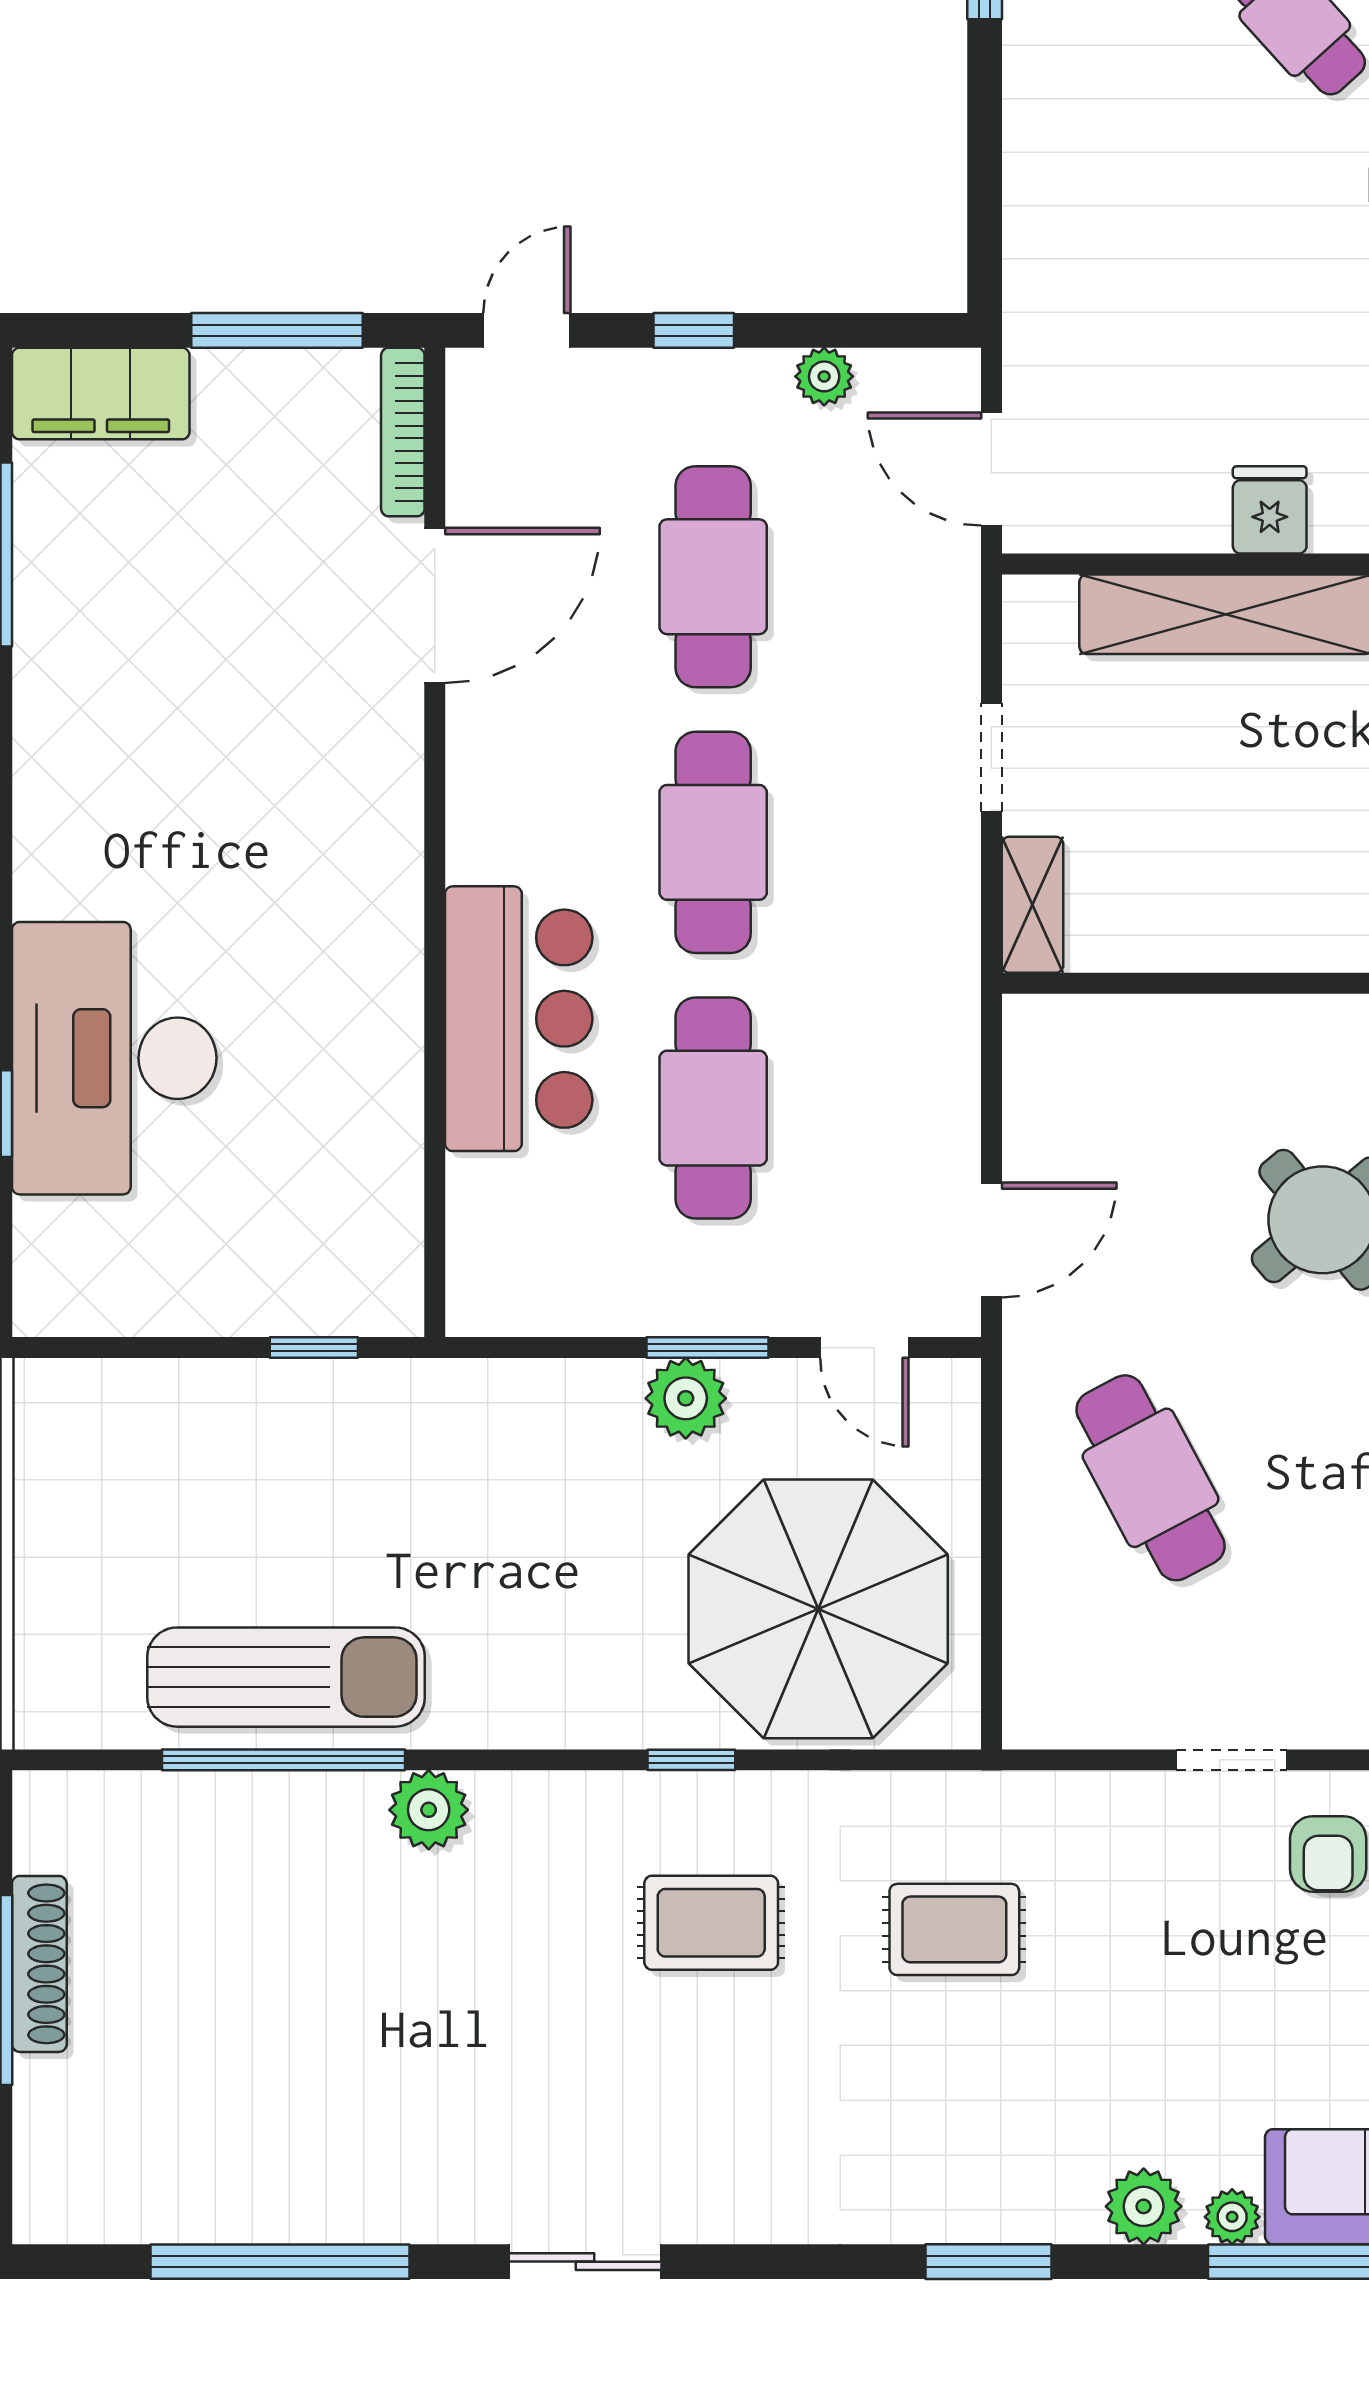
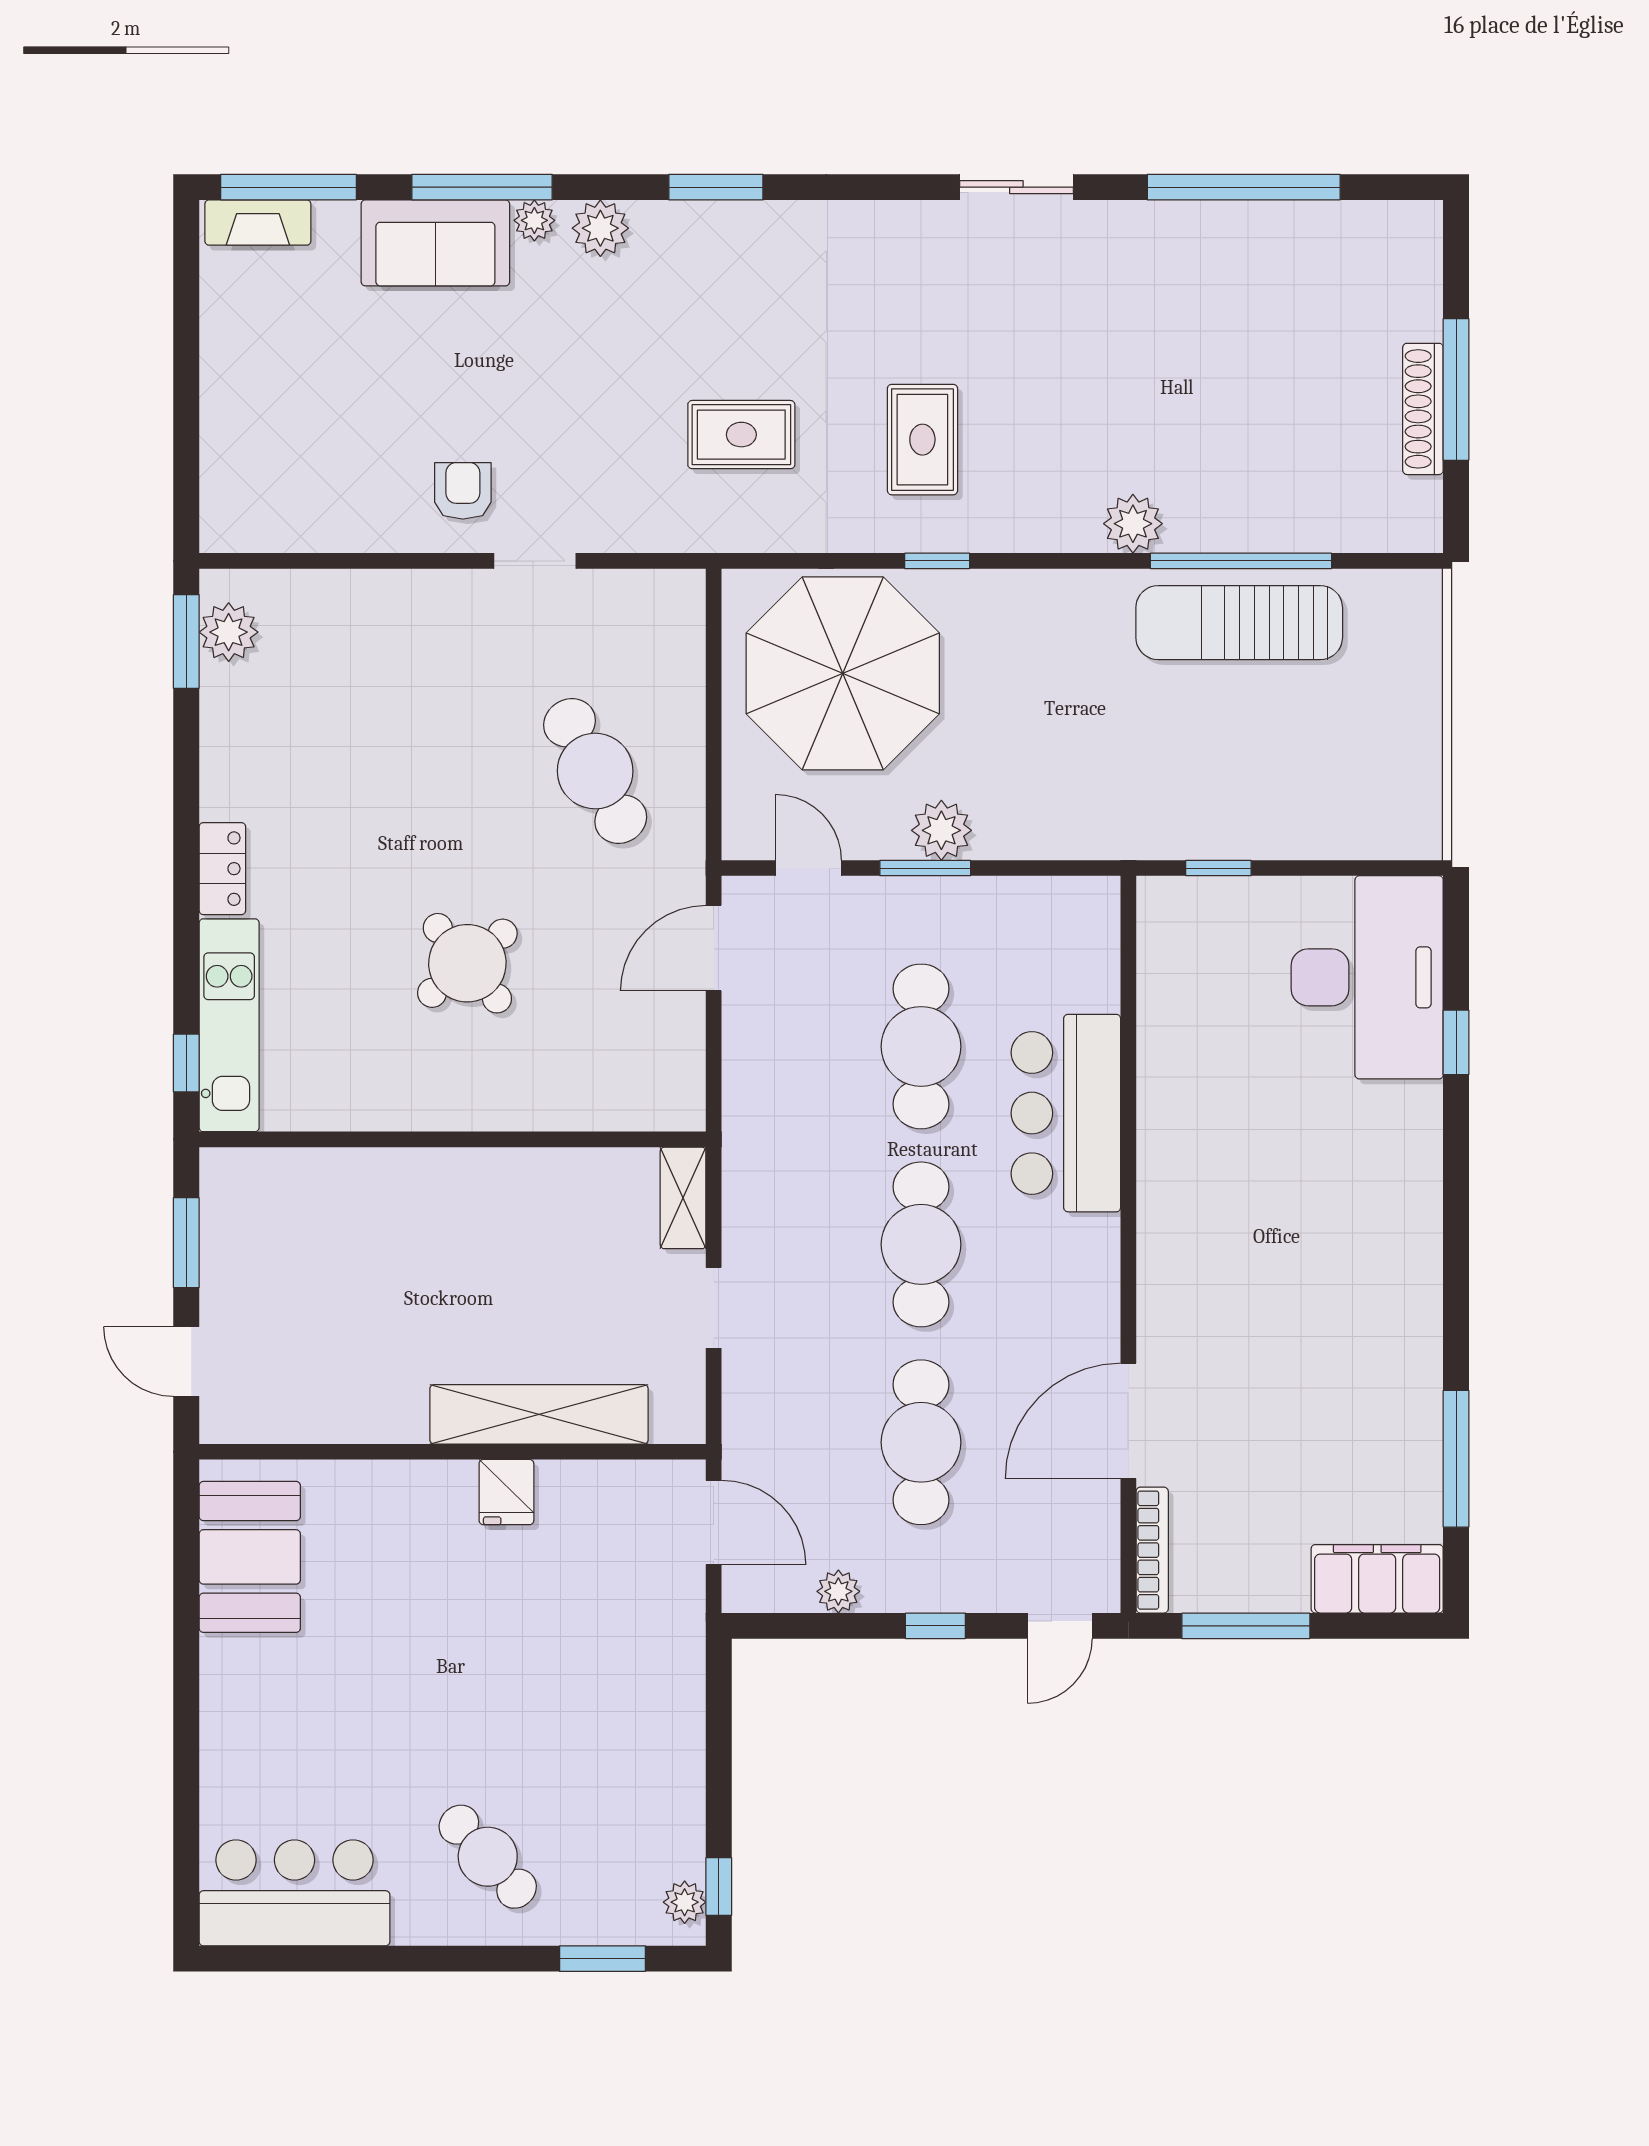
desk: (114, 1058) -> (1367, 977), moved
rug: (711, 1923) -> (922, 440), turned 90

